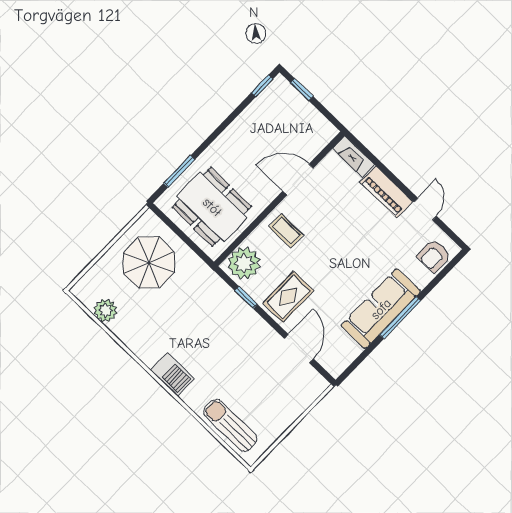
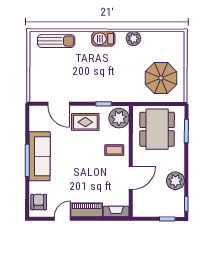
plant: (249, 125) -> (175, 181), added
dining table: (212, 207) -> (157, 129), turned 90
door: (425, 209) -> (62, 219), swing flipped
rug: (288, 297) -> (85, 122), turned 90
plant: (105, 310) -> (133, 38), moved

